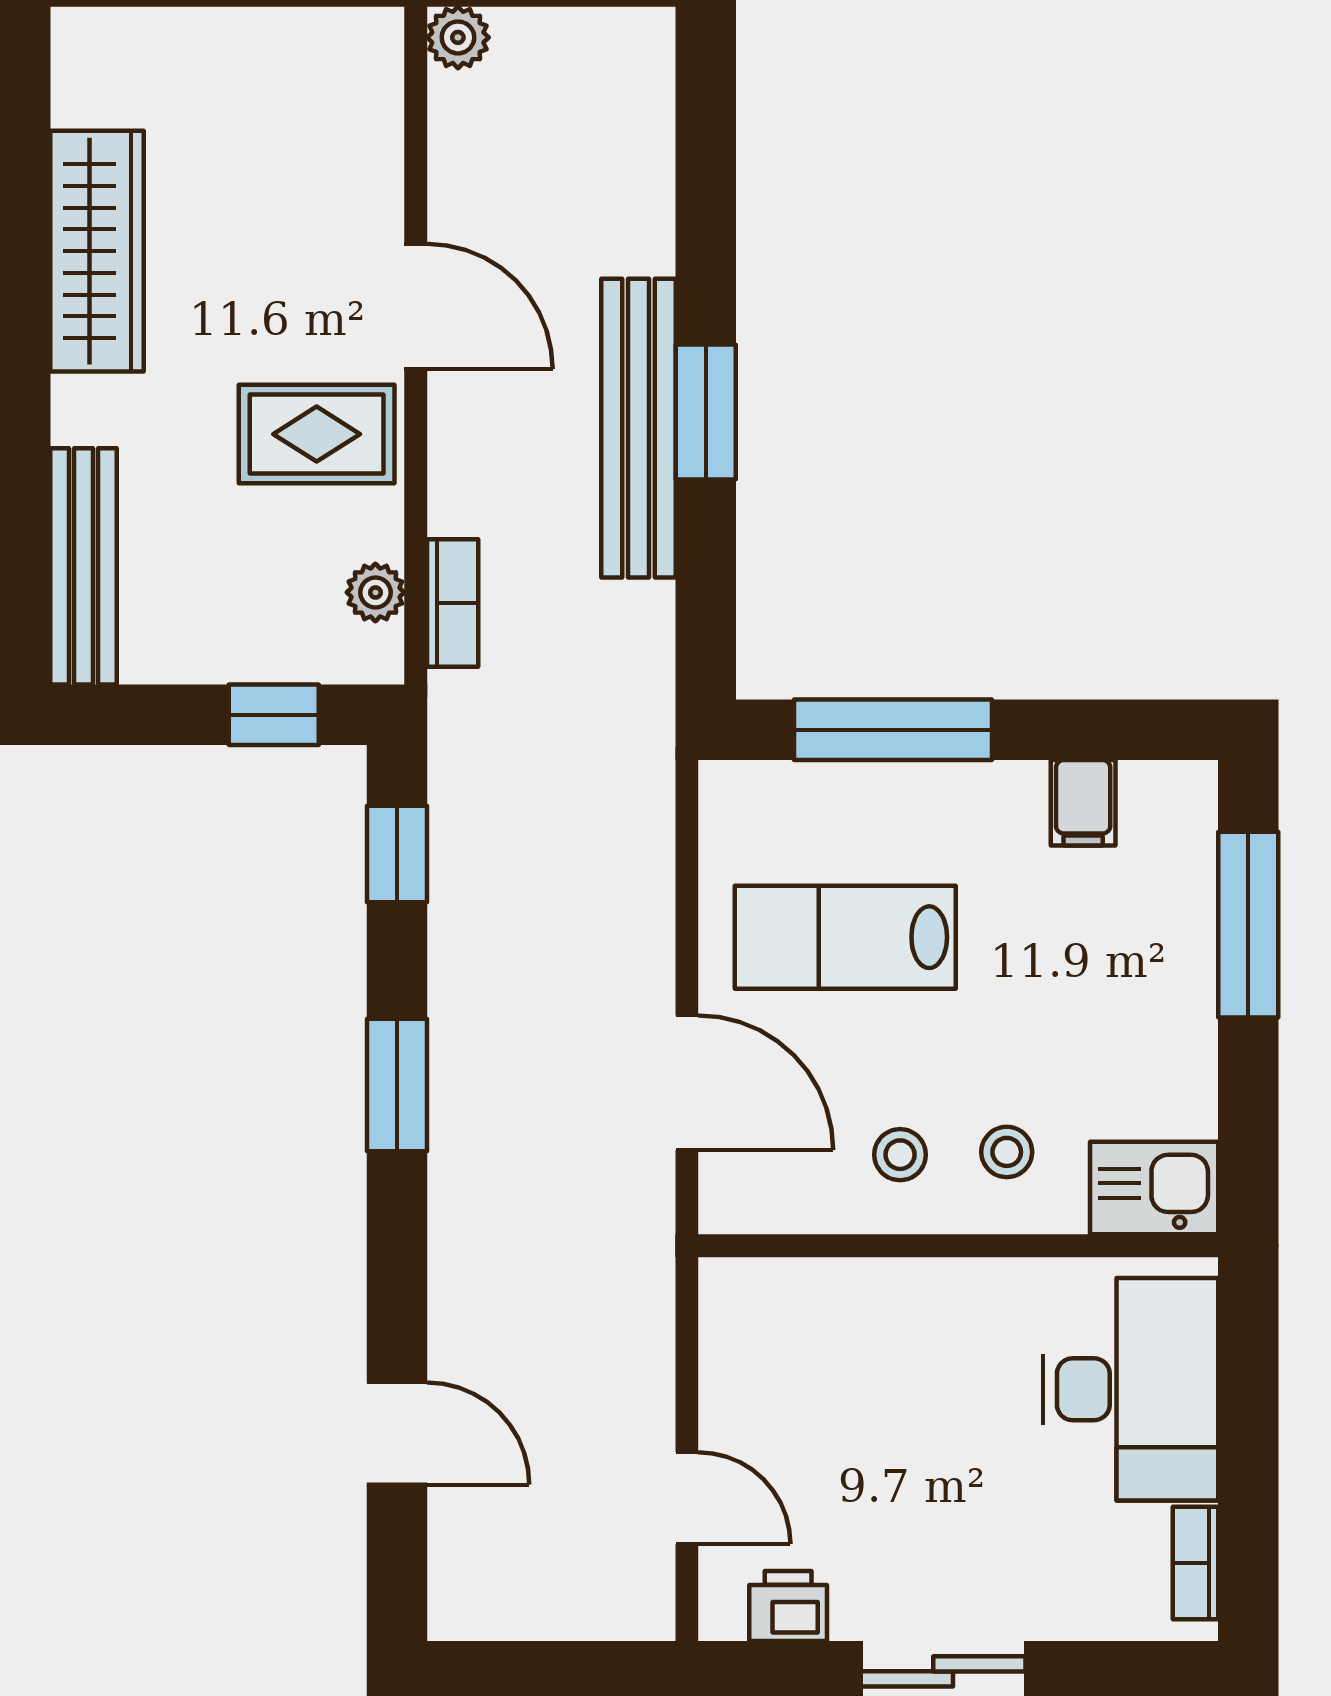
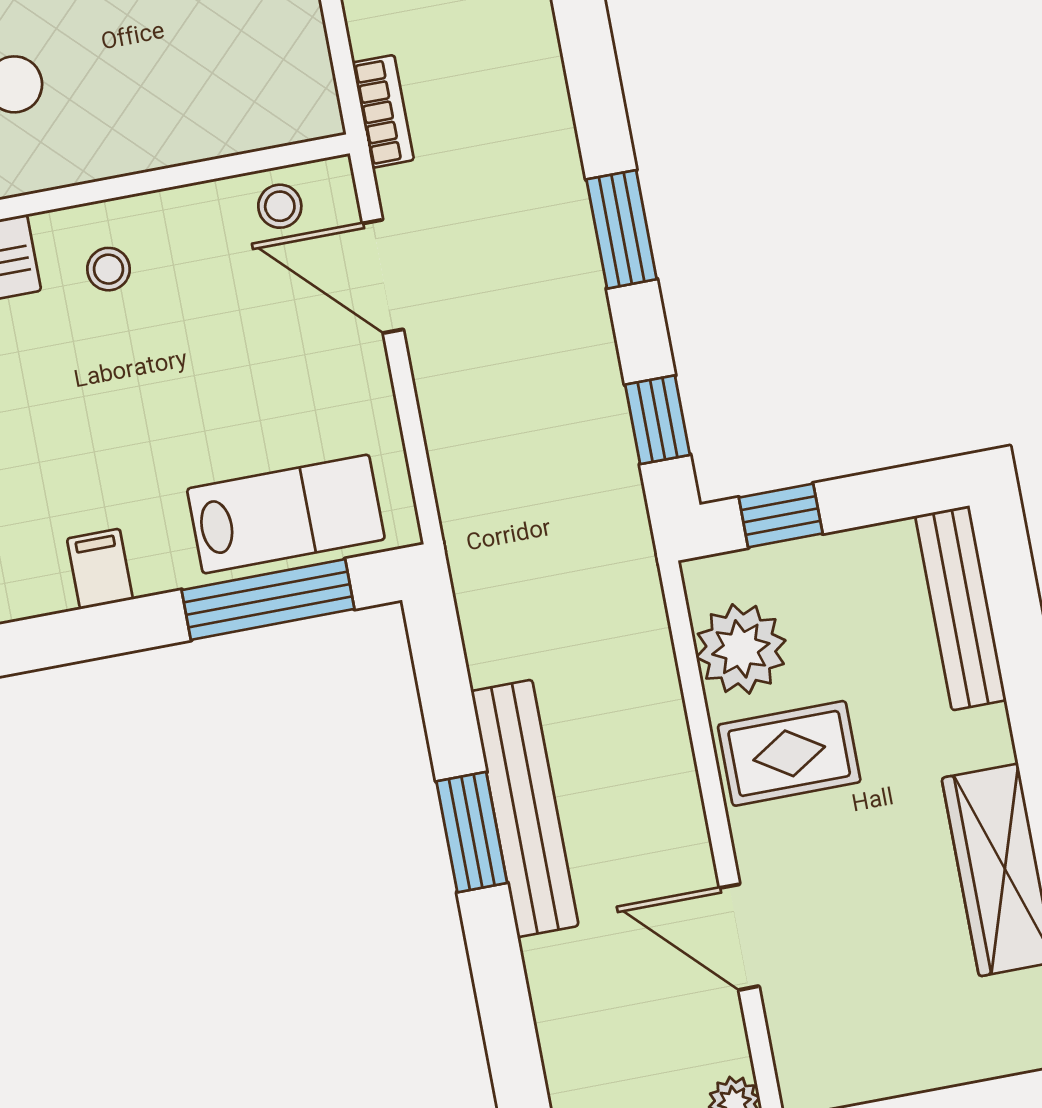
door: (416, 306) -> (739, 937), moved
plant: (375, 592) -> (741, 649), width x1.88, depth x1.88
bookcase: (453, 603) -> (383, 111), moved, turned 180
lab bench: (845, 937) -> (286, 514), moved
stool: (900, 1155) -> (280, 206), moved

